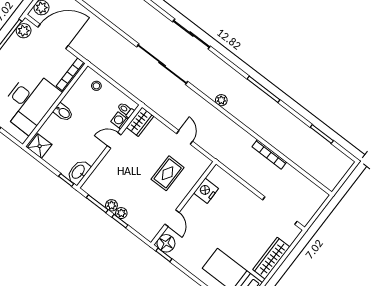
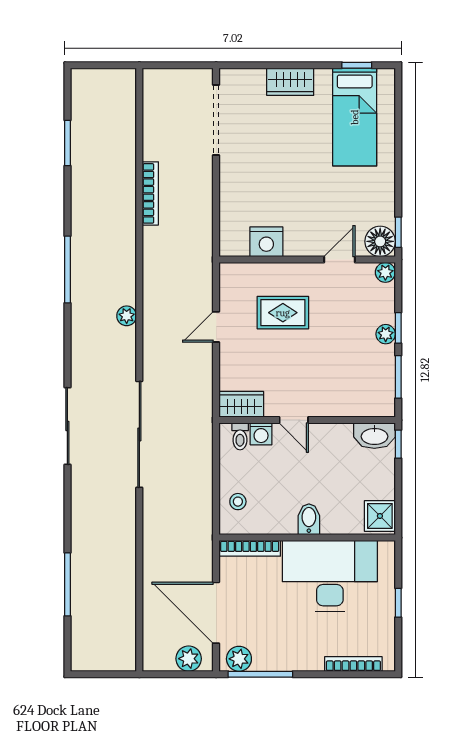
plant: (111, 205) -> (385, 272), moved
wardrobe: (271, 258) -> (290, 82), width x0.67

